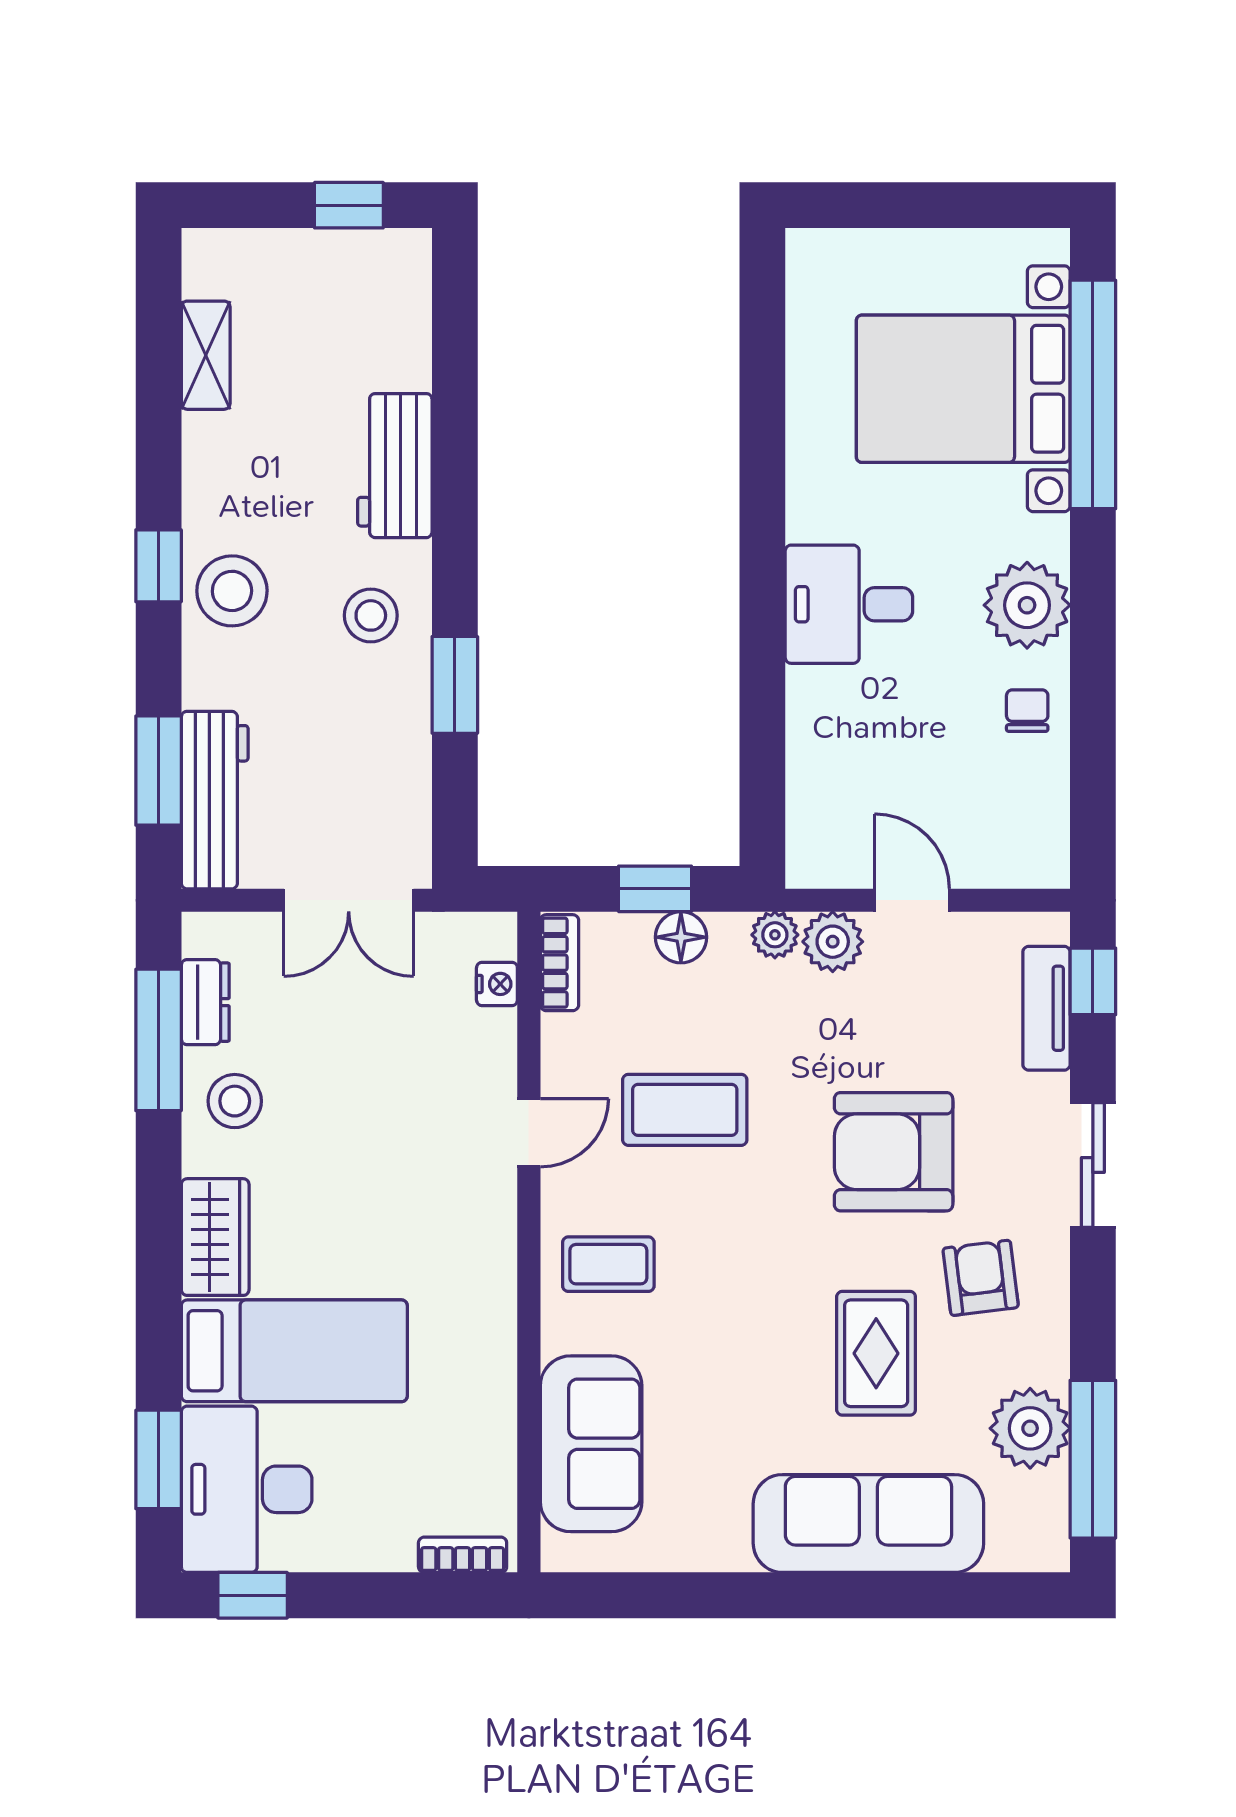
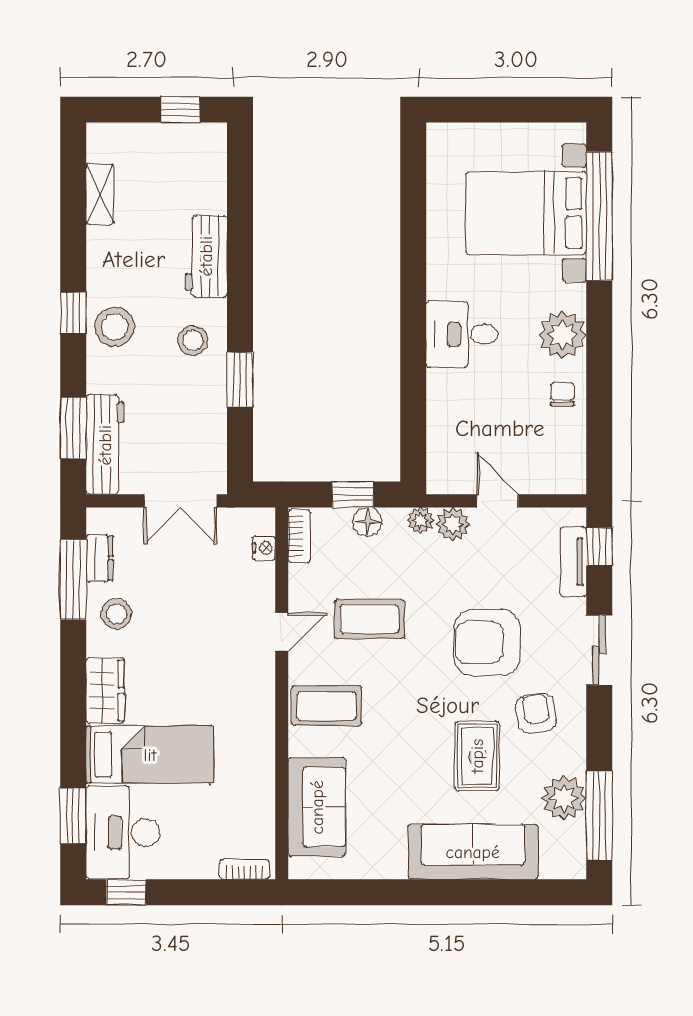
coffee table: (608, 1264) -> (327, 706), width x1.36, depth x1.30

